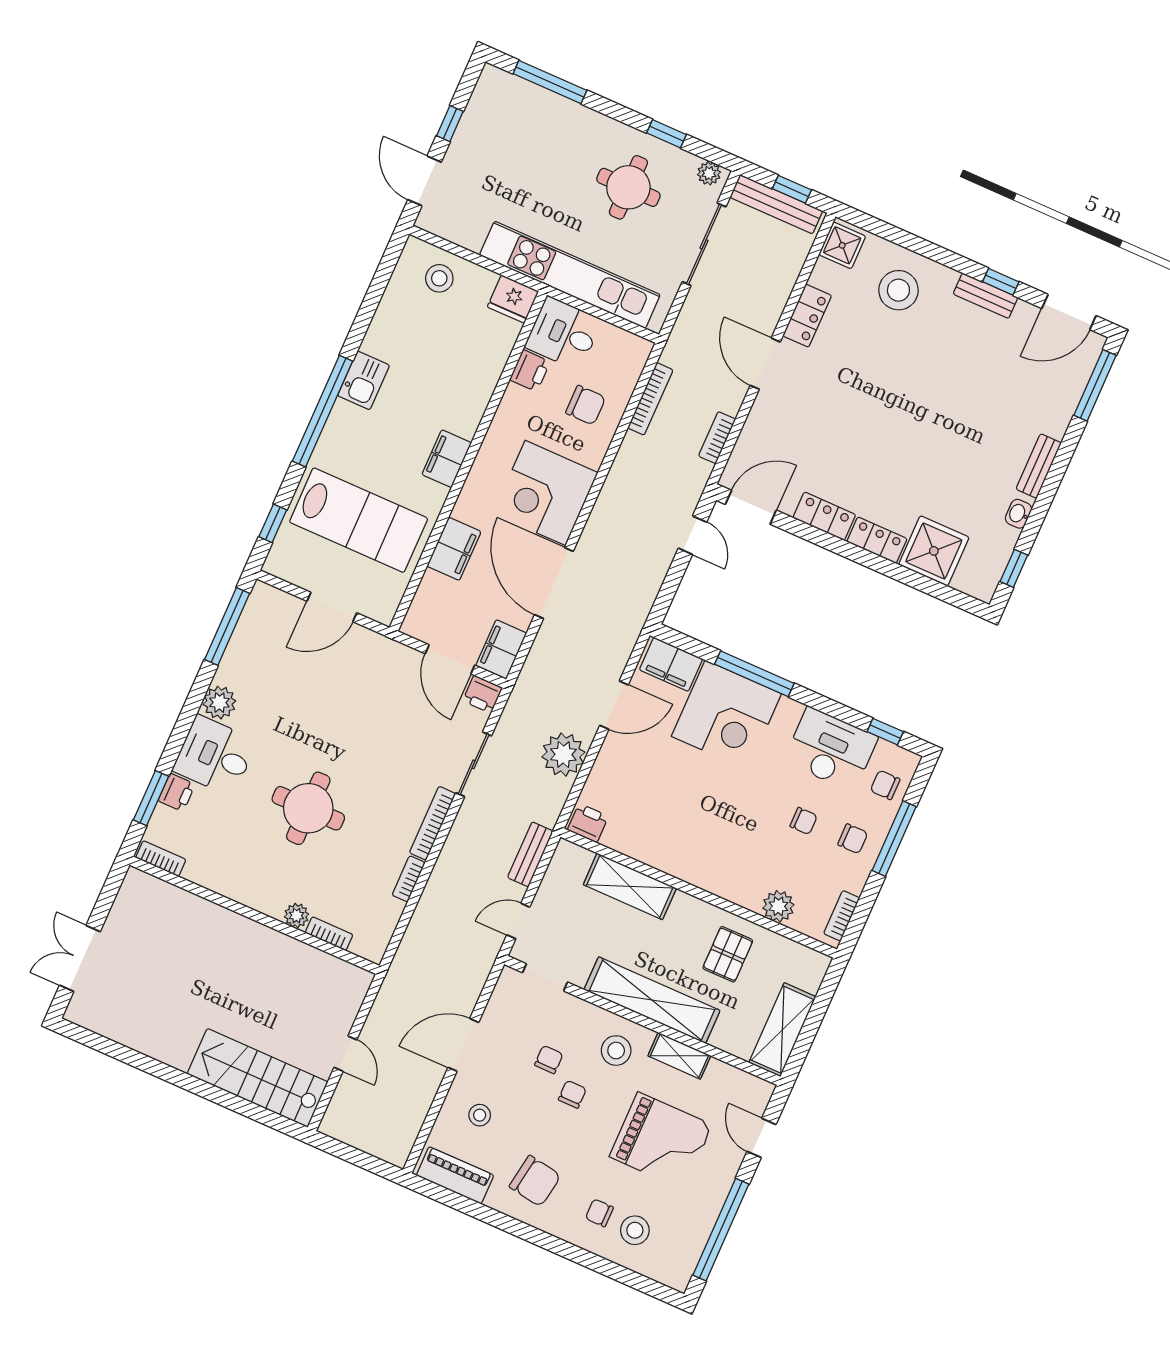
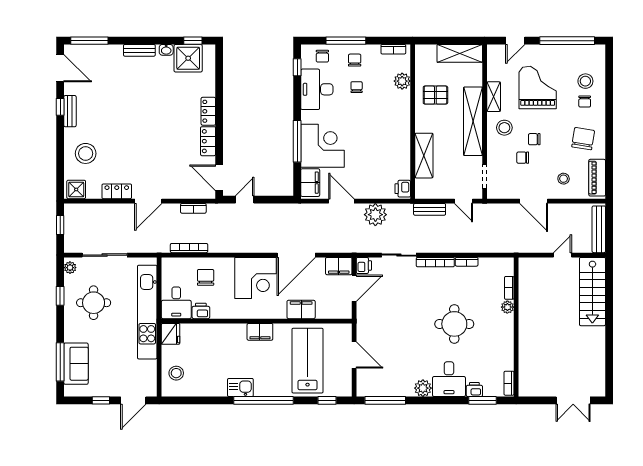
sofa: (534, 109) -> (76, 364), added
bench: (776, 204) -> (599, 229), moved
shower: (934, 551) -> (188, 58), moved

